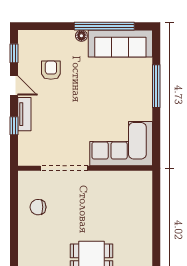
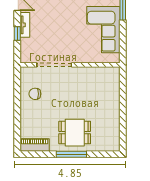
corner sofa: (121, 144) -> (103, 30), moved, turned -90

